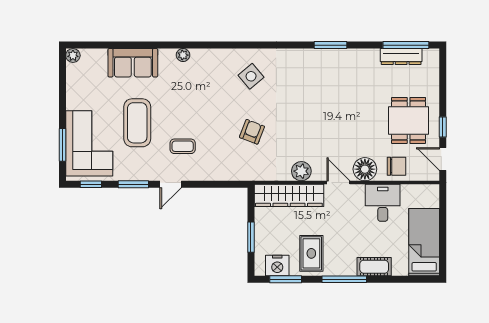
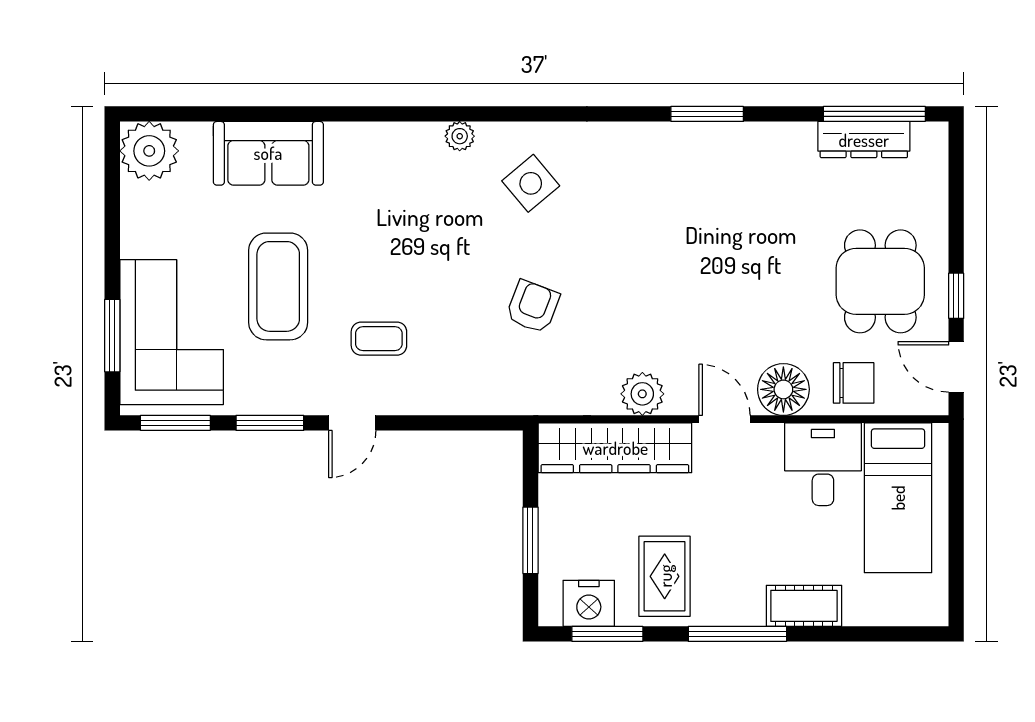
plant: (73, 55) -> (149, 151), width x1.88, depth x1.88
plant: (183, 55) -> (460, 136), moved
window: (91, 184) -> (175, 423), width x1.50
bed: (424, 242) -> (898, 498), moved, turned 180

